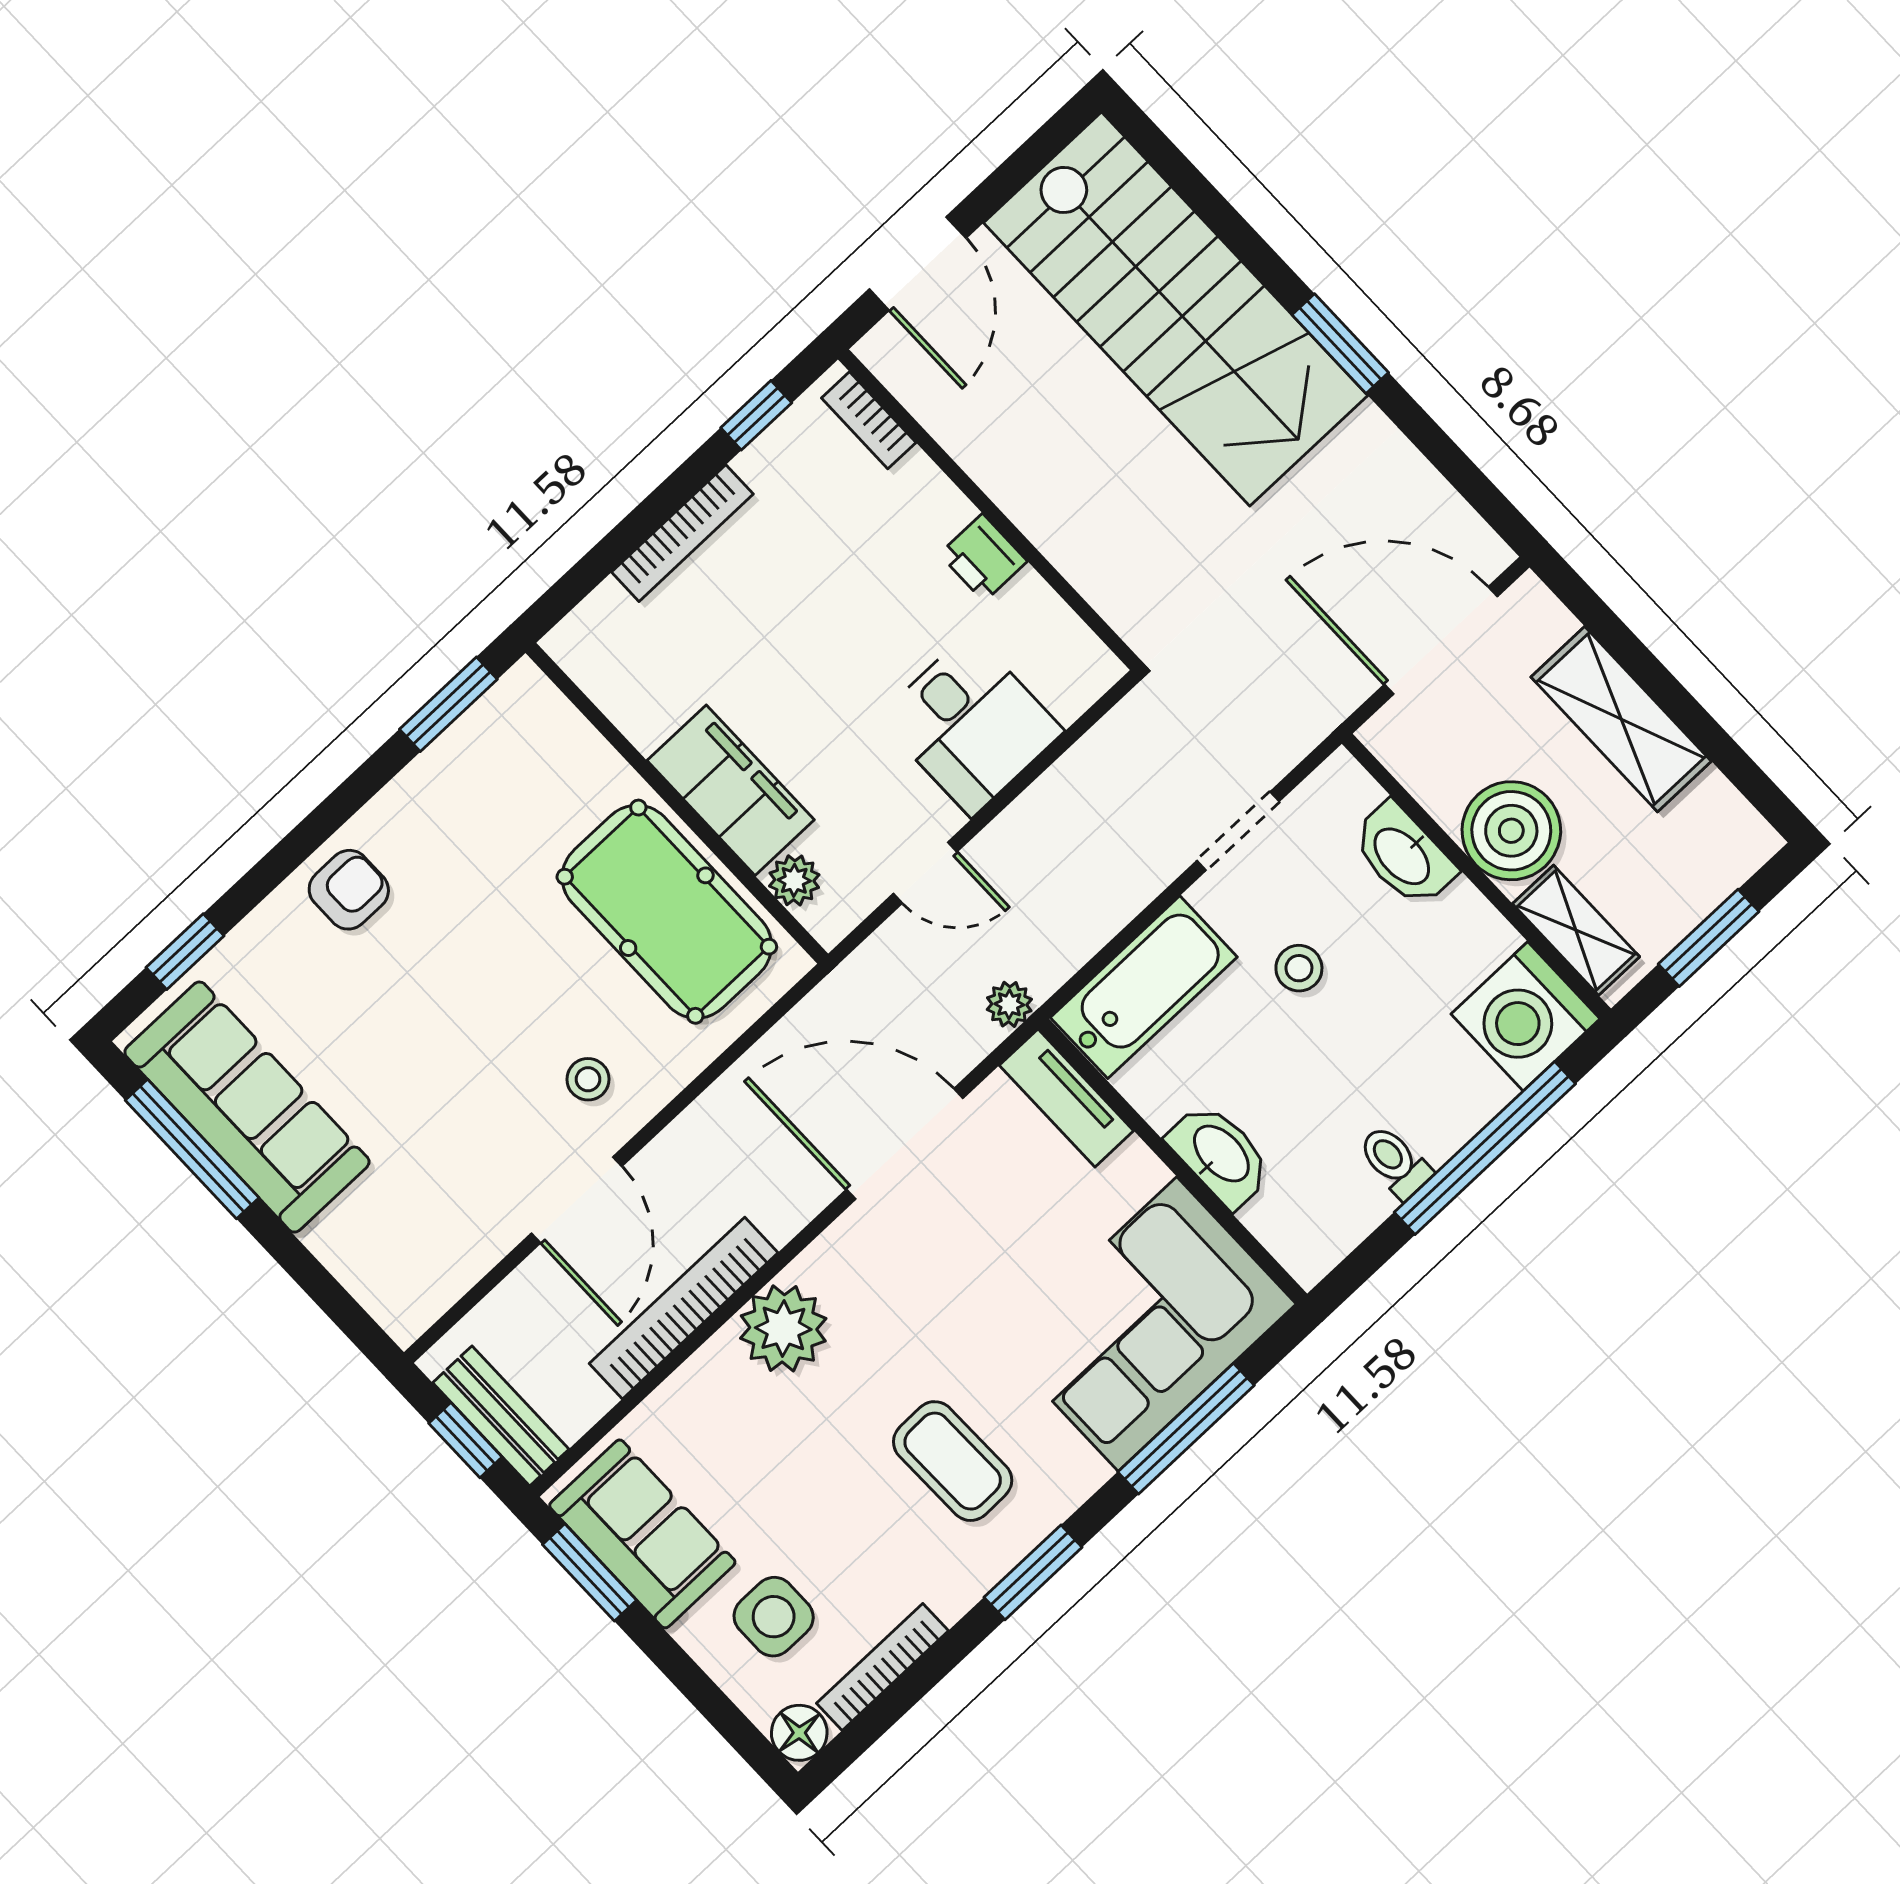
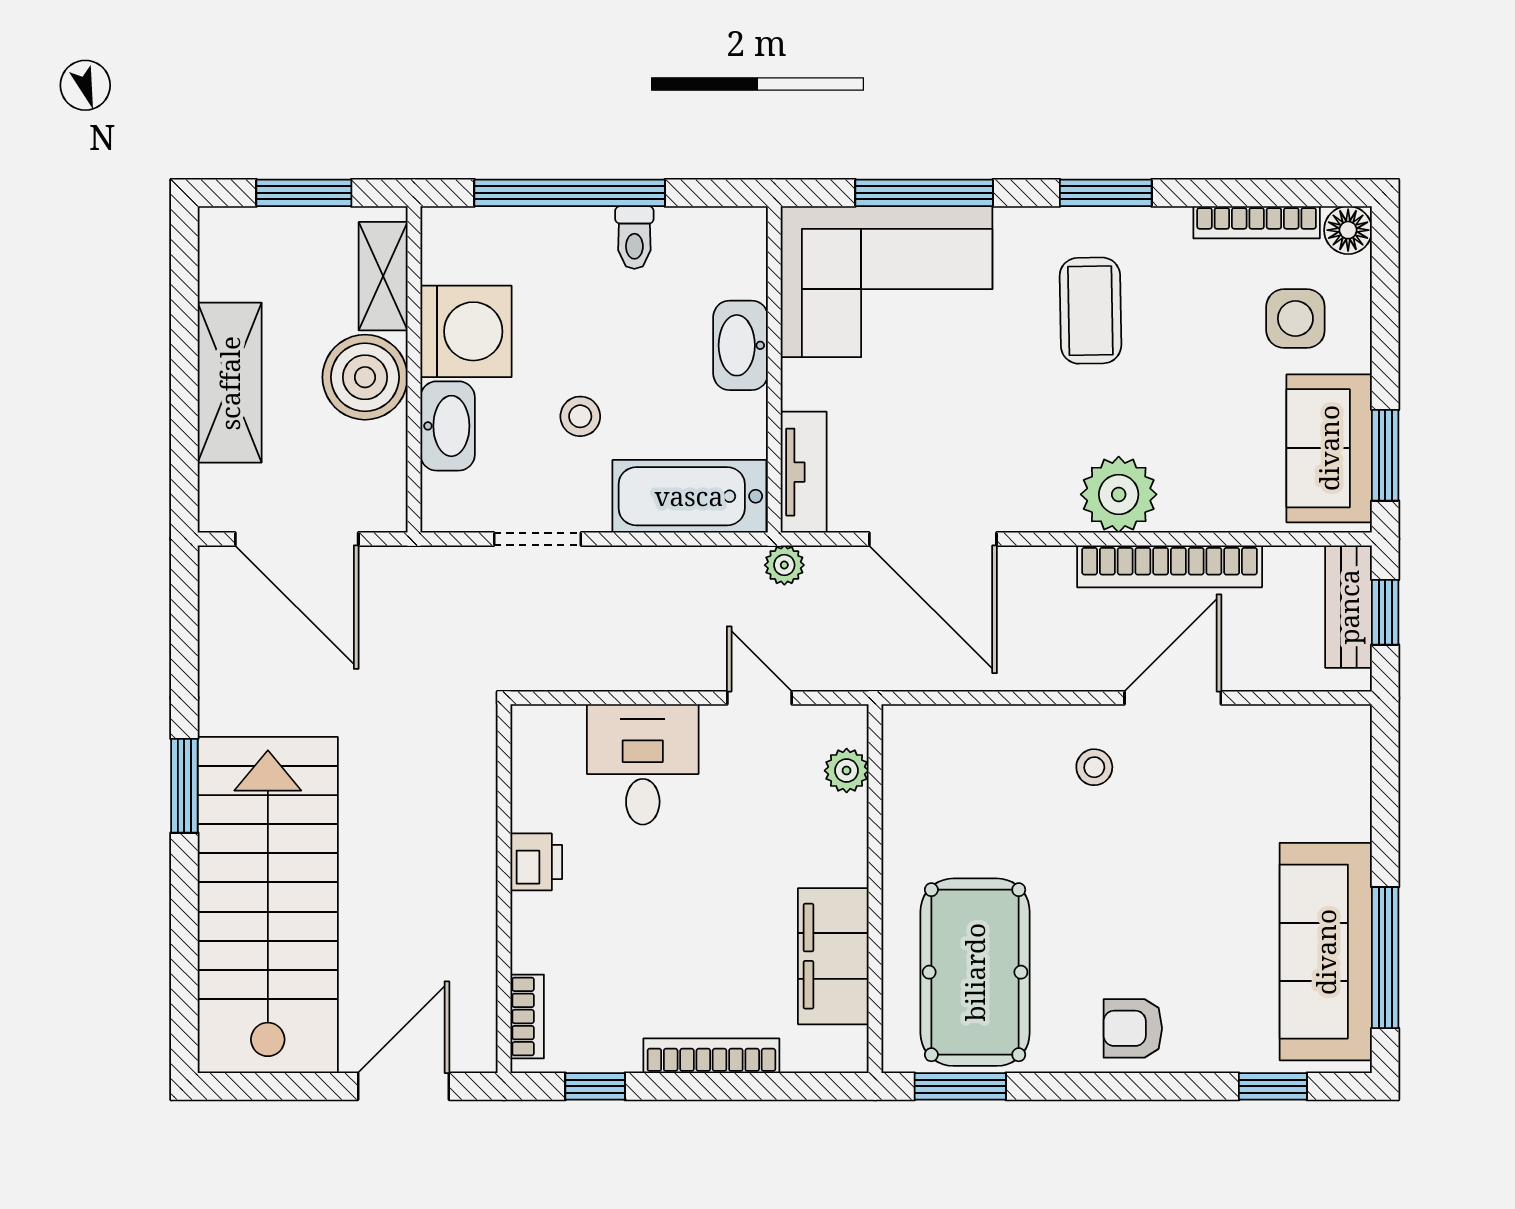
filing cabinet: (731, 790) -> (833, 956), moved
pool table: (667, 912) -> (975, 972), moved
washing machine: (1526, 1016) -> (466, 331), moved

